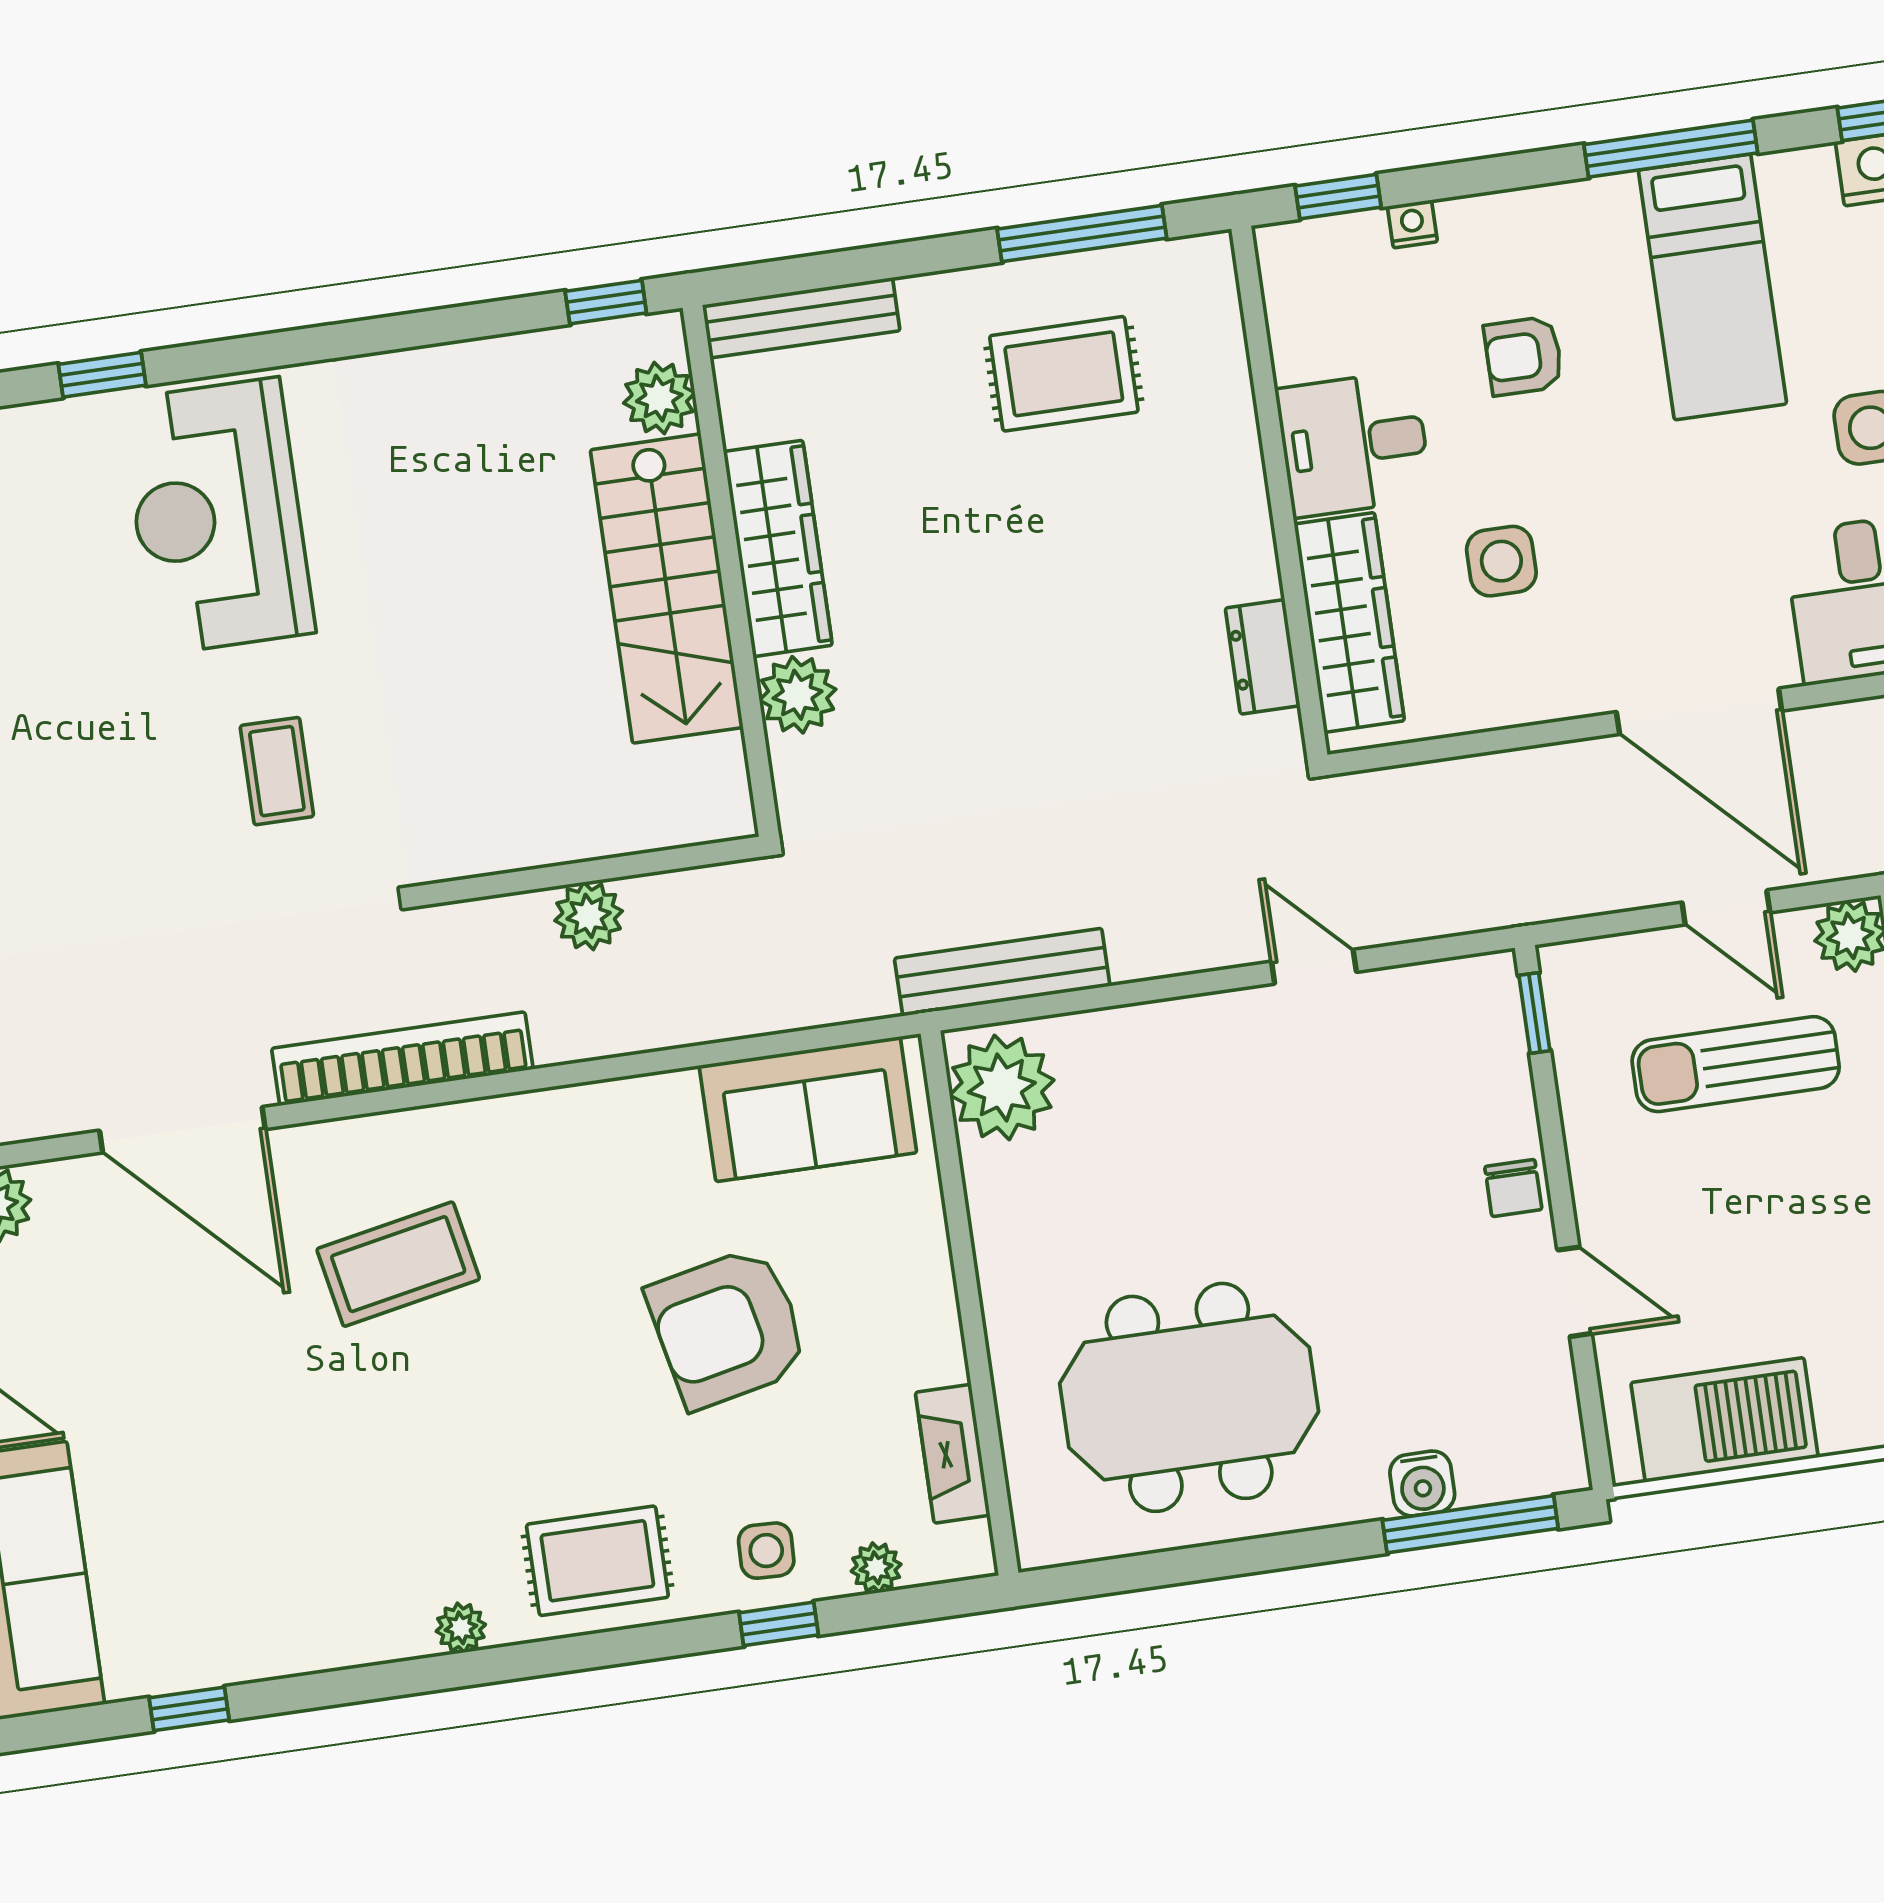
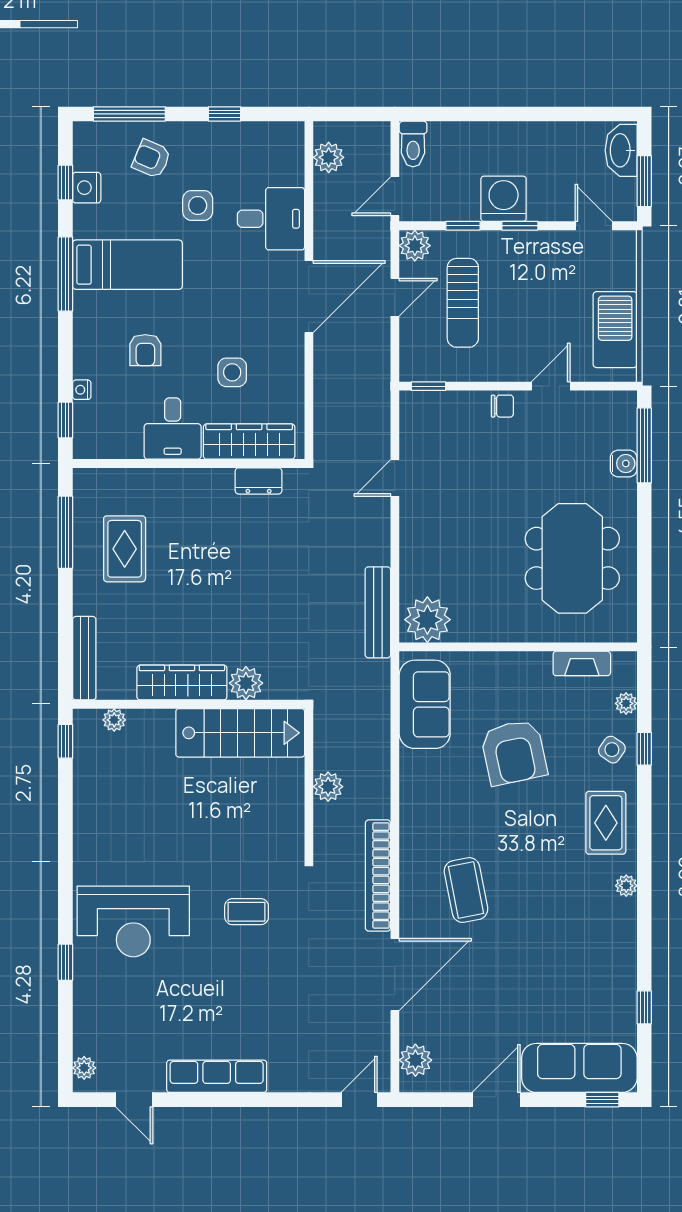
plant: (659, 398) -> (114, 720), width x0.73, depth x0.73
stairs: (667, 589) -> (240, 733), moved
side table: (766, 1551) -> (612, 750), turned 33

